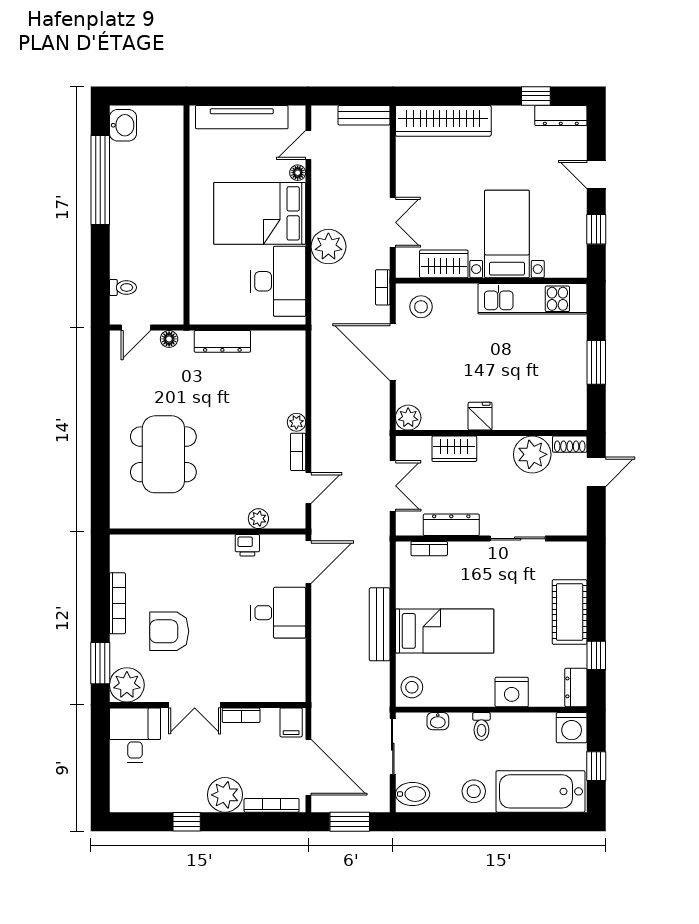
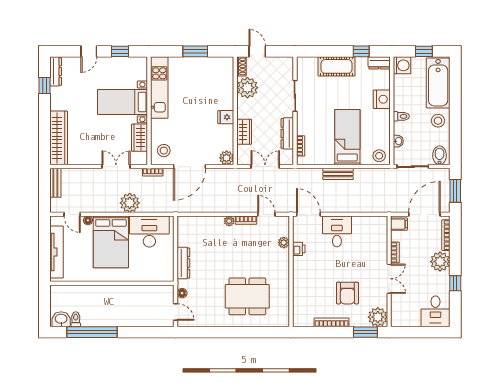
toilet: (123, 287) -> (76, 319), moved
bench: (380, 624) -> (338, 174), width x0.73
desk: (135, 735) -> (435, 311), moved, turned -90

